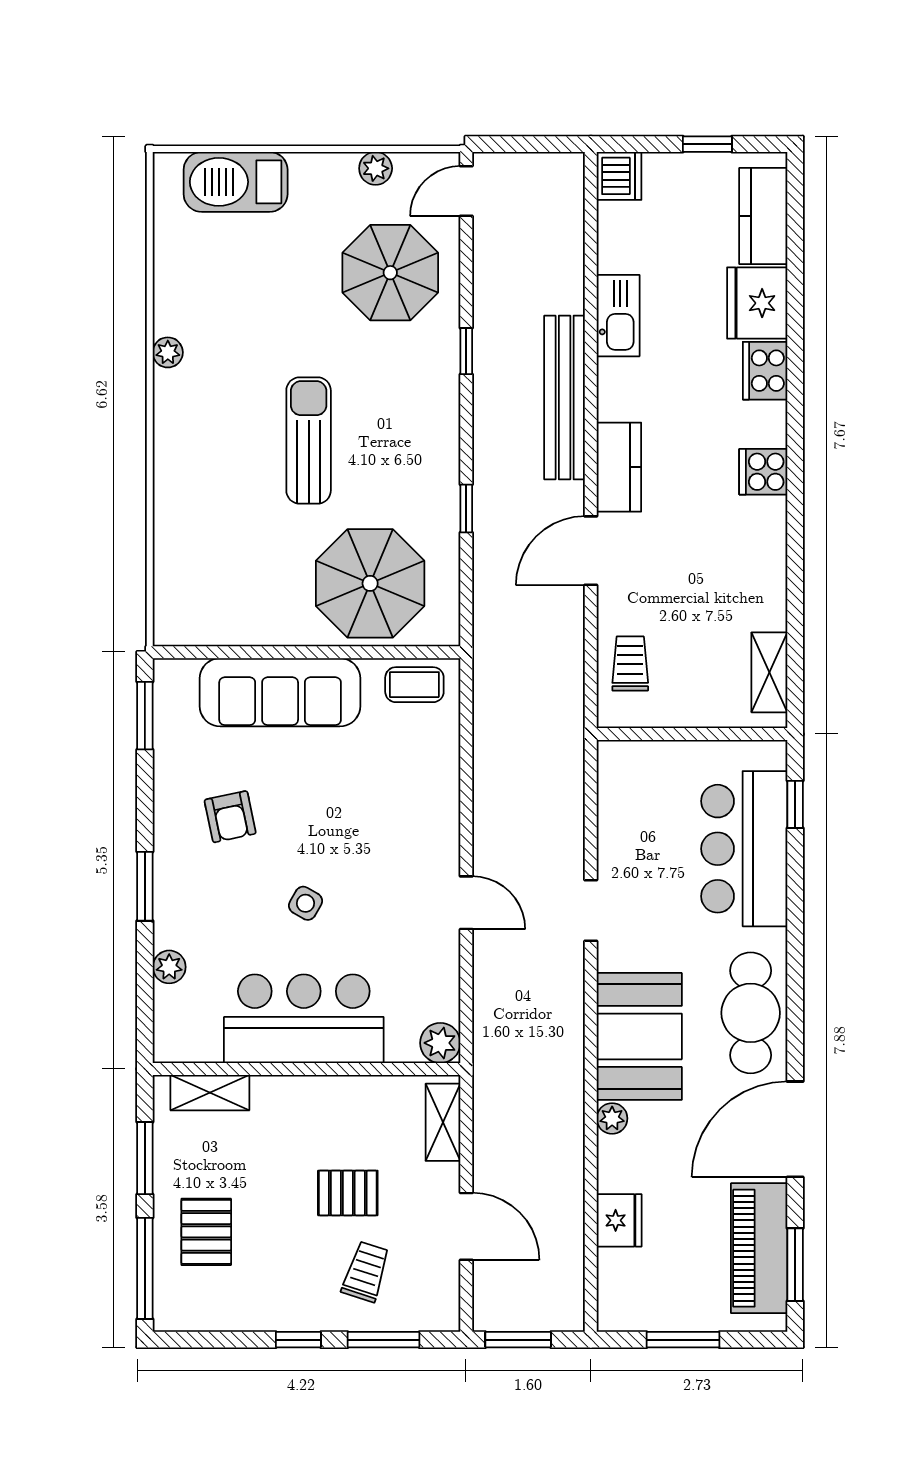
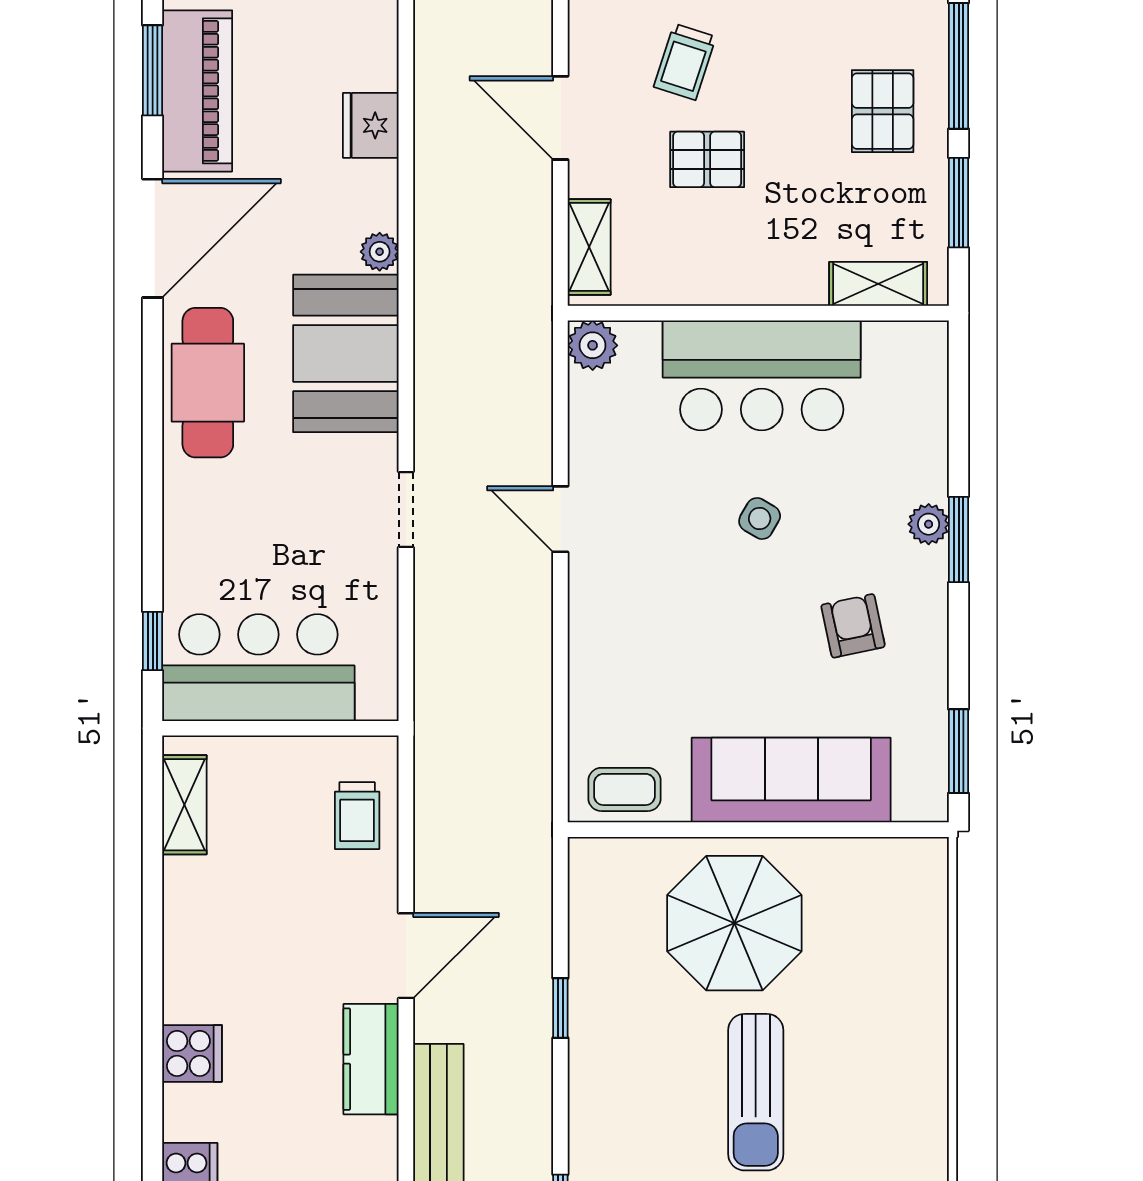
parasol: (370, 583) -> (734, 923), moved
bar counter: (744, 849) -> (258, 668), moved, turned -90
plant: (169, 967) -> (929, 524), moved

